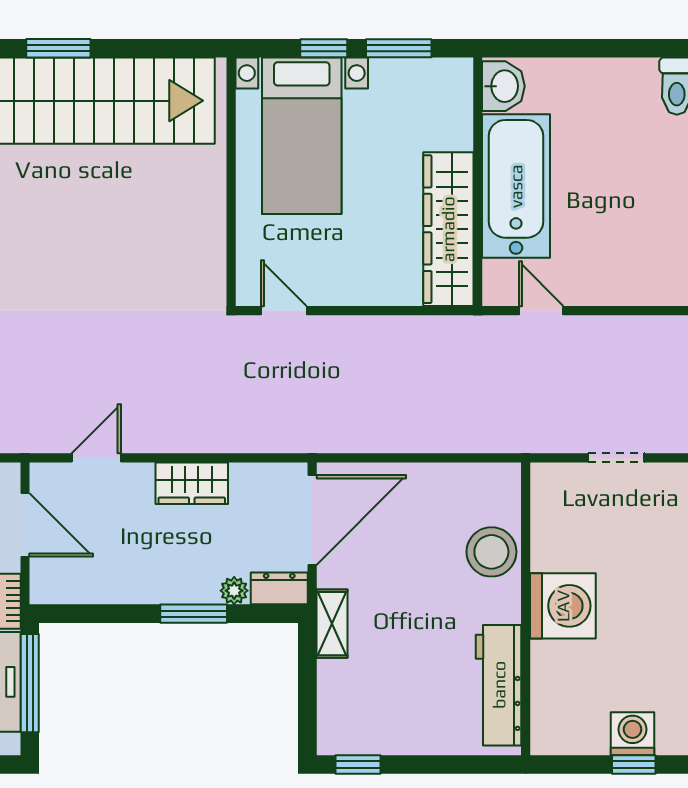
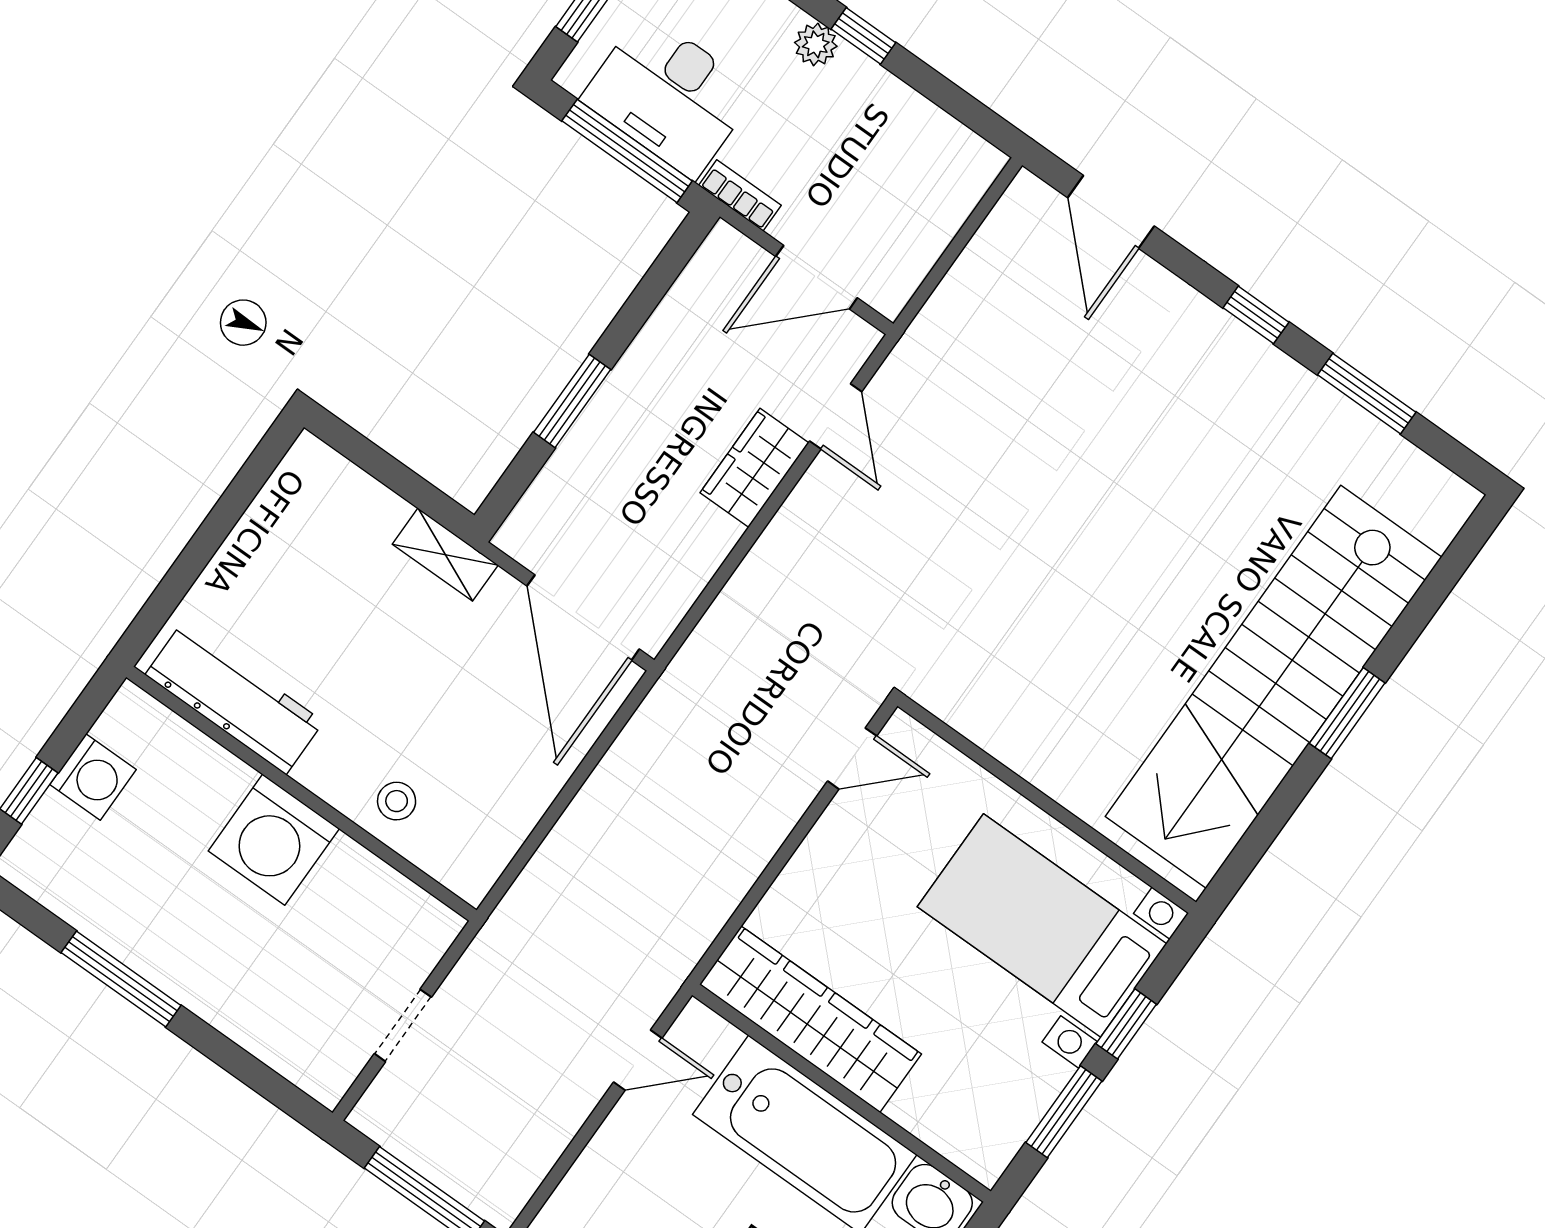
wardrobe: (192, 483) -> (754, 468), moved
stool: (491, 552) -> (397, 801), width x0.53, depth x0.53
dresser: (279, 588) -> (530, 522), removed
plant: (234, 591) -> (565, 467), removed
washing machine: (633, 734) -> (93, 777), moved
window: (358, 764) -> (259, 468), removed

